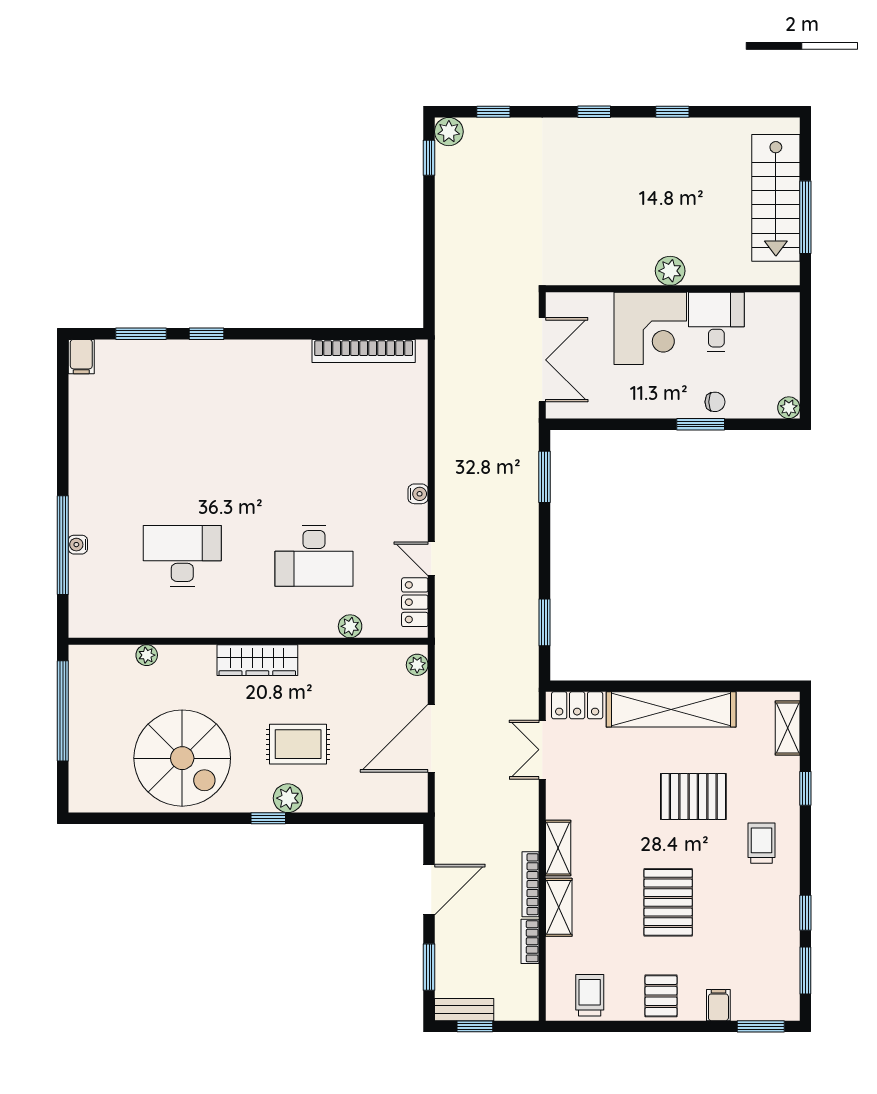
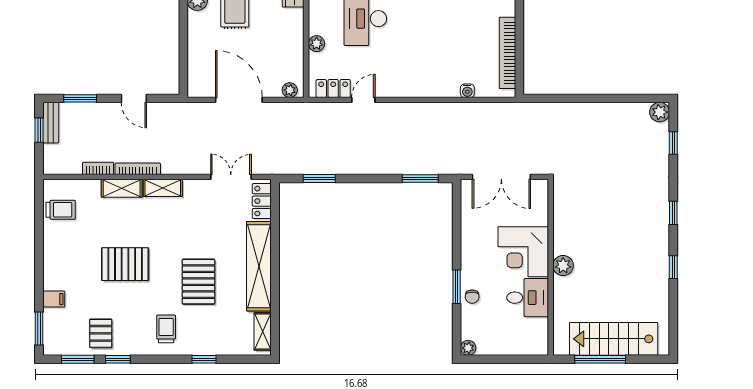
window: (429, 158) -> (641, 98), removed
water cooler: (418, 494) -> (467, 91), moved
shelving: (788, 728) -> (263, 331), moved, turned 90
trolley: (762, 843) -> (166, 329), turned -90
door: (429, 890) -> (134, 98), width x0.73
pallet: (661, 996) -> (101, 333), moved, turned 90

